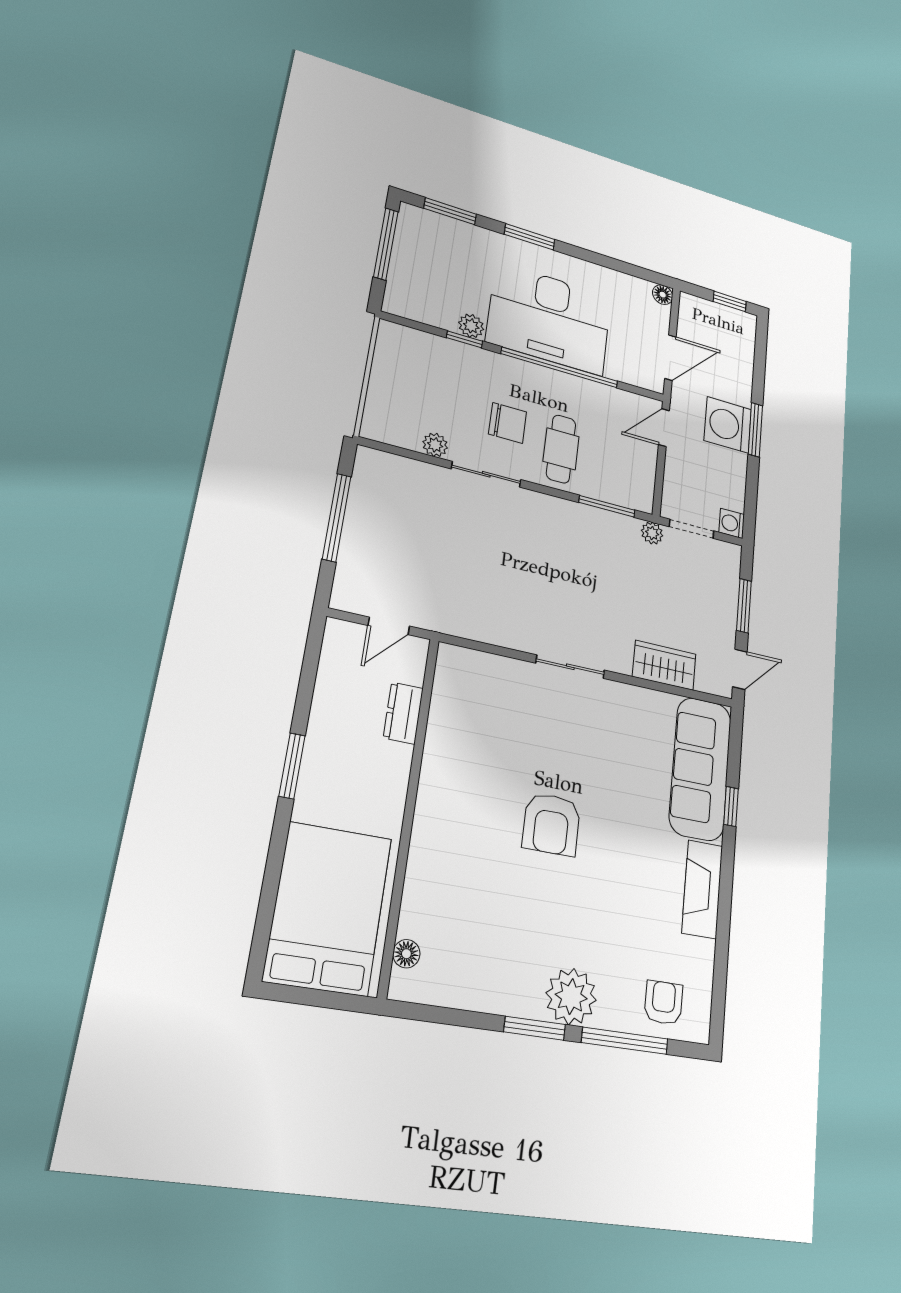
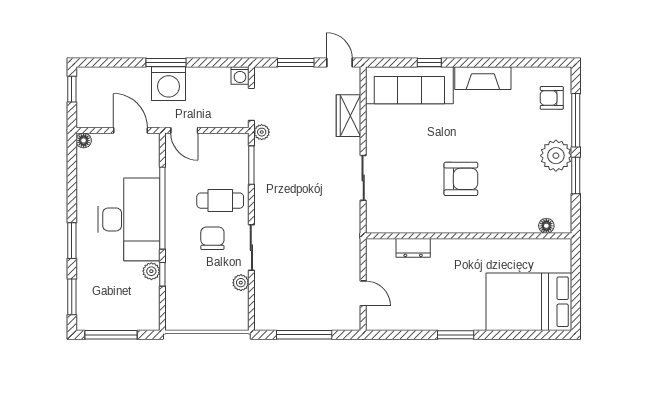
dresser: (403, 713) -> (413, 248), moved
wall: (409, 811) -> (469, 236), moved
floor lamp: (406, 954) -> (546, 226), moved

